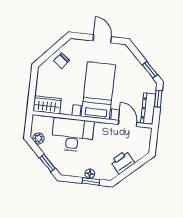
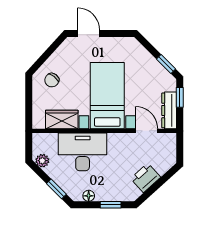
door: (102, 39) -> (89, 33), moved
chair: (62, 61) -> (52, 80), moved
wardrobe: (47, 105) -> (62, 120), moved
floor lamp: (90, 174) -> (89, 196), moved

